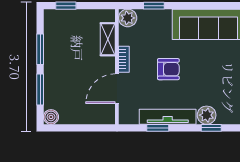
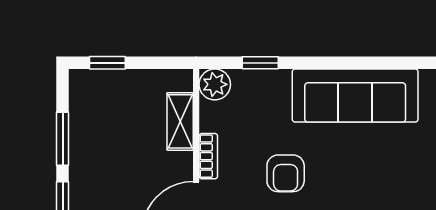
armchair: (168, 69) -> (286, 173), turned 90

